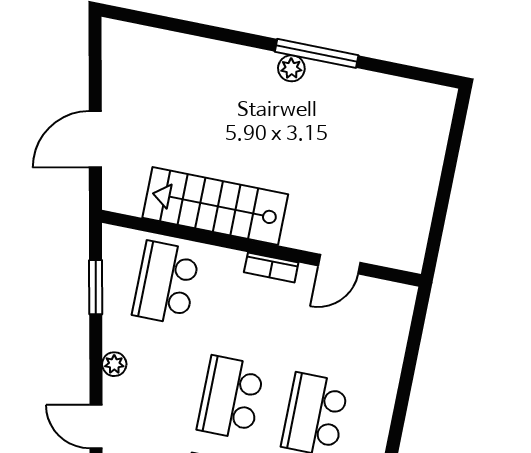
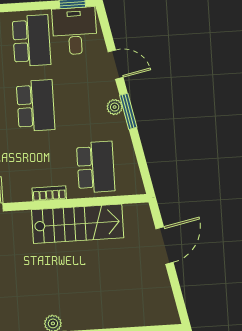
bookcase: (271, 267) -> (49, 193), moved
window: (96, 287) -> (128, 111), moved

